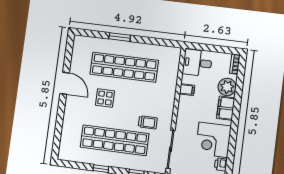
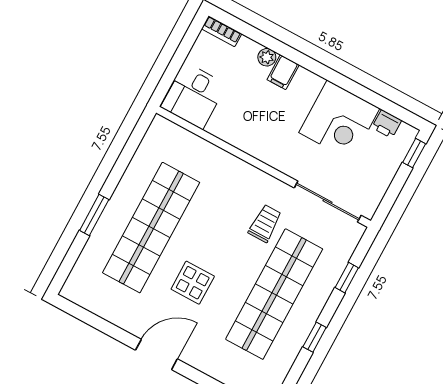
door: (65, 83) -> (156, 354), moved
plant: (227, 87) -> (267, 57), width x0.53, depth x0.53
filing cabinet: (187, 90) -> (234, 132), removed
filing cabinet: (226, 108) -> (283, 72), width x0.50

